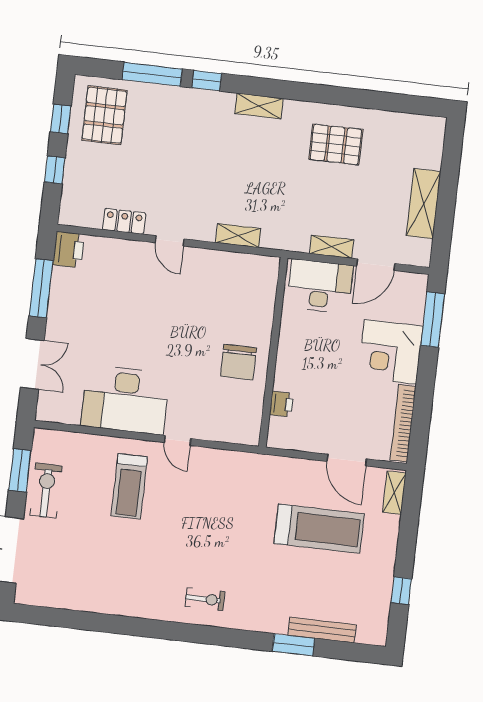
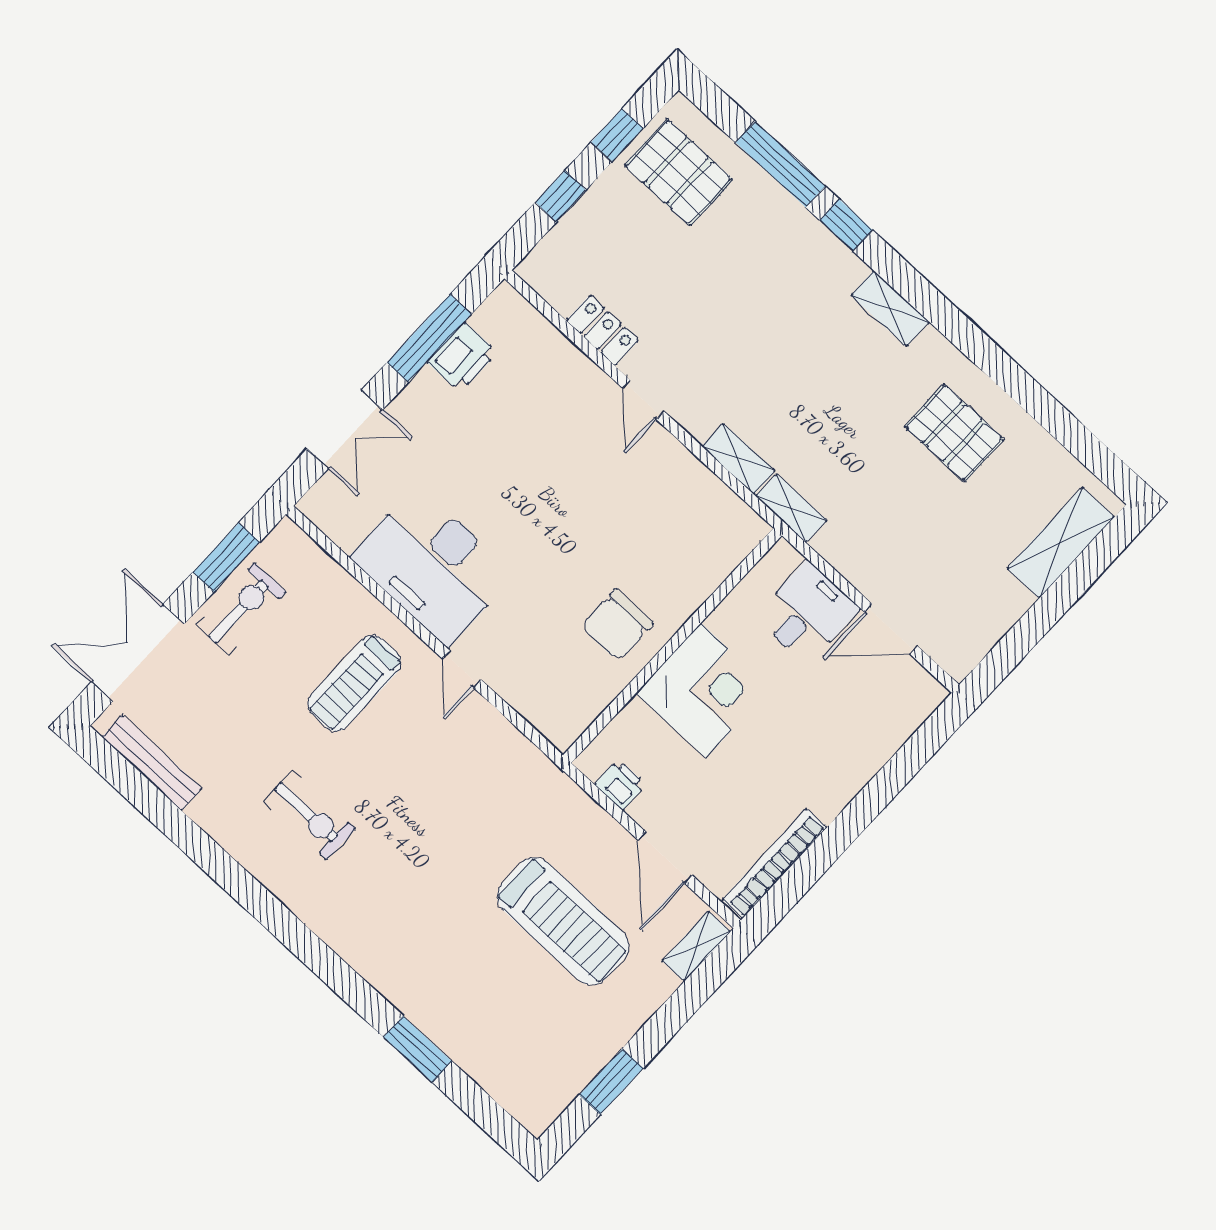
pallet: (105, 115) -> (678, 172), turned 90
shelving: (424, 204) -> (1061, 543), moved
shelving: (332, 247) -> (791, 508), moved
printer: (69, 250) -> (462, 357), moved
desk: (320, 286) -> (807, 613), width x0.73
window: (433, 320) -> (913, 756), removed
corner desk: (390, 352) -> (703, 690), moved, turned 180
printer: (281, 404) -> (620, 785), moved, turned -90
window: (401, 591) -> (611, 1082), width x1.50
exercise bike: (205, 599) -> (310, 815), moved, width x1.38, depth x1.39
bench: (322, 630) -> (152, 763), moved

